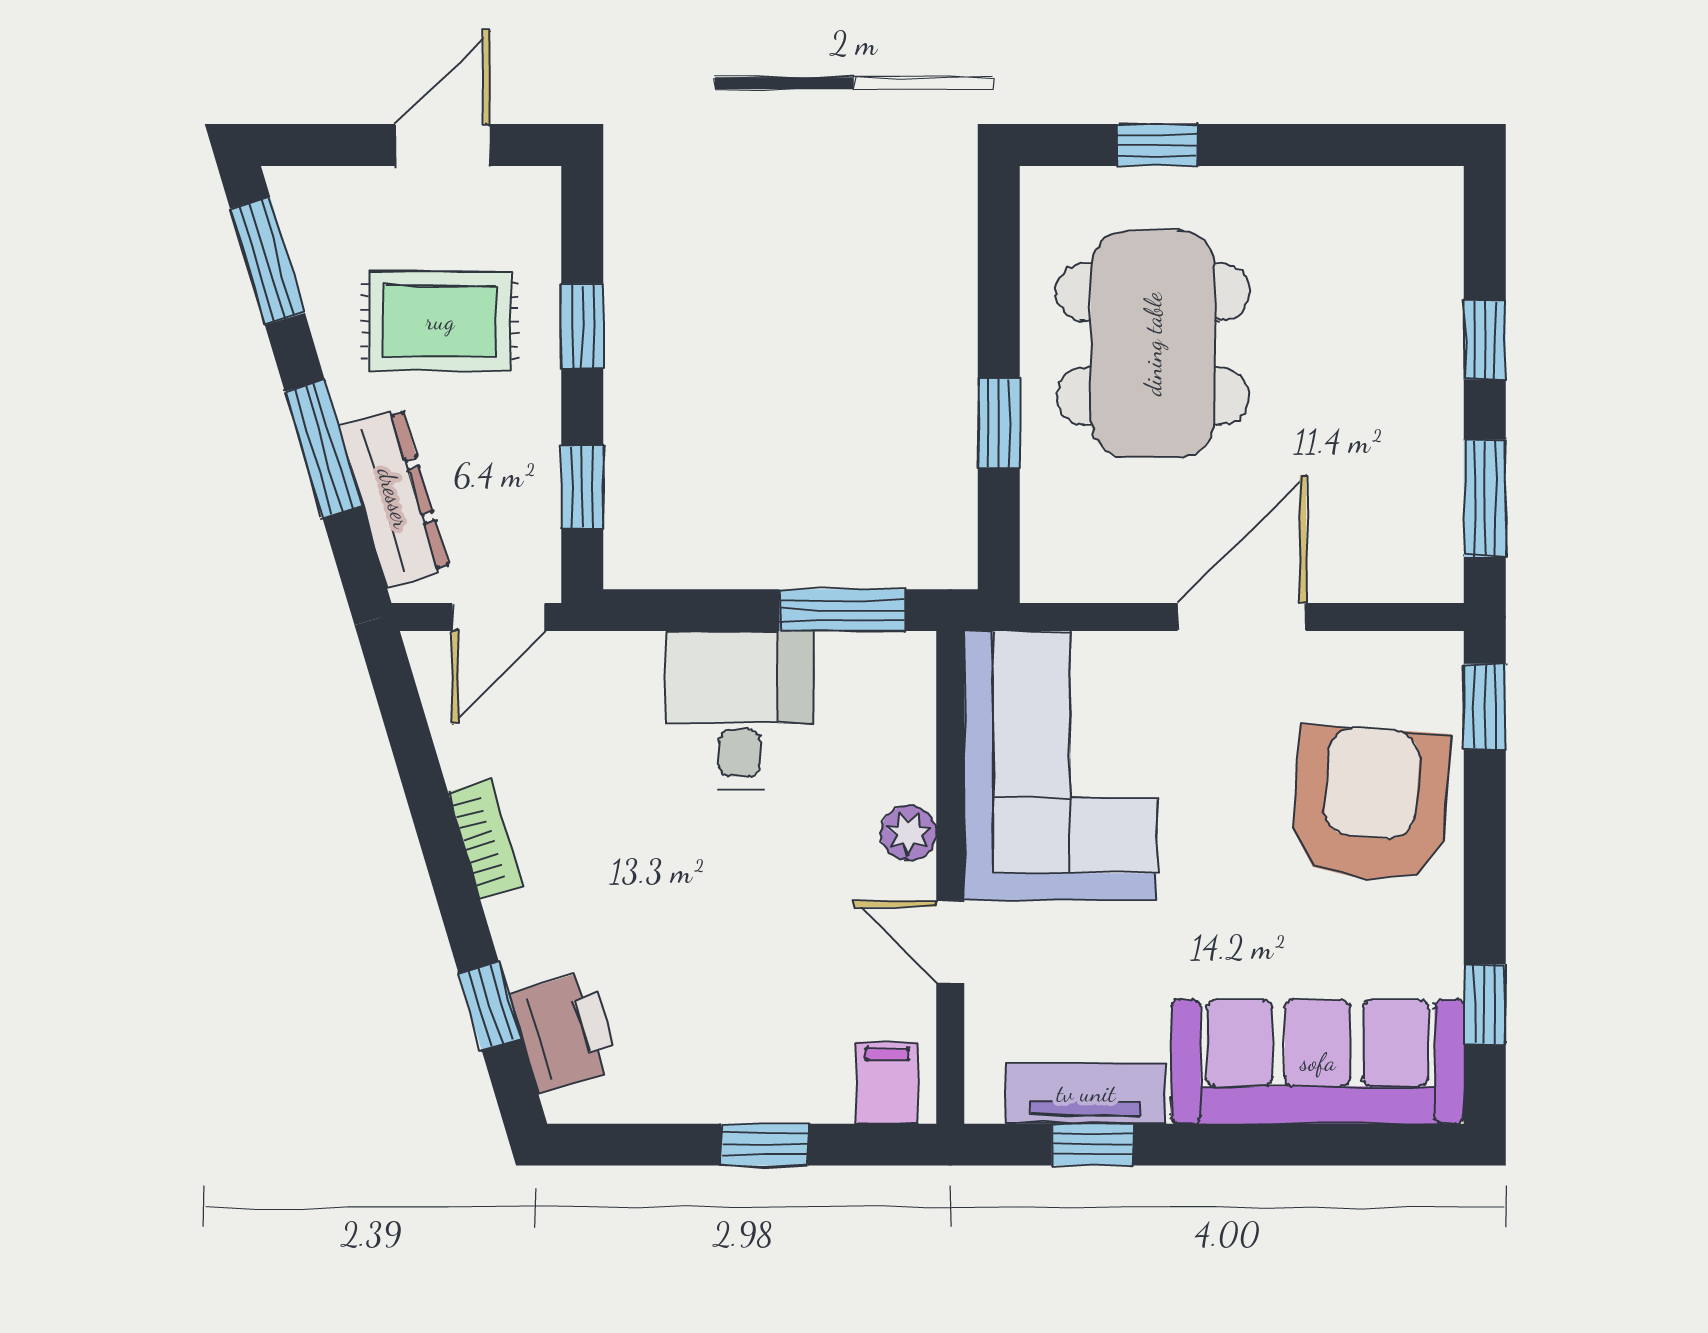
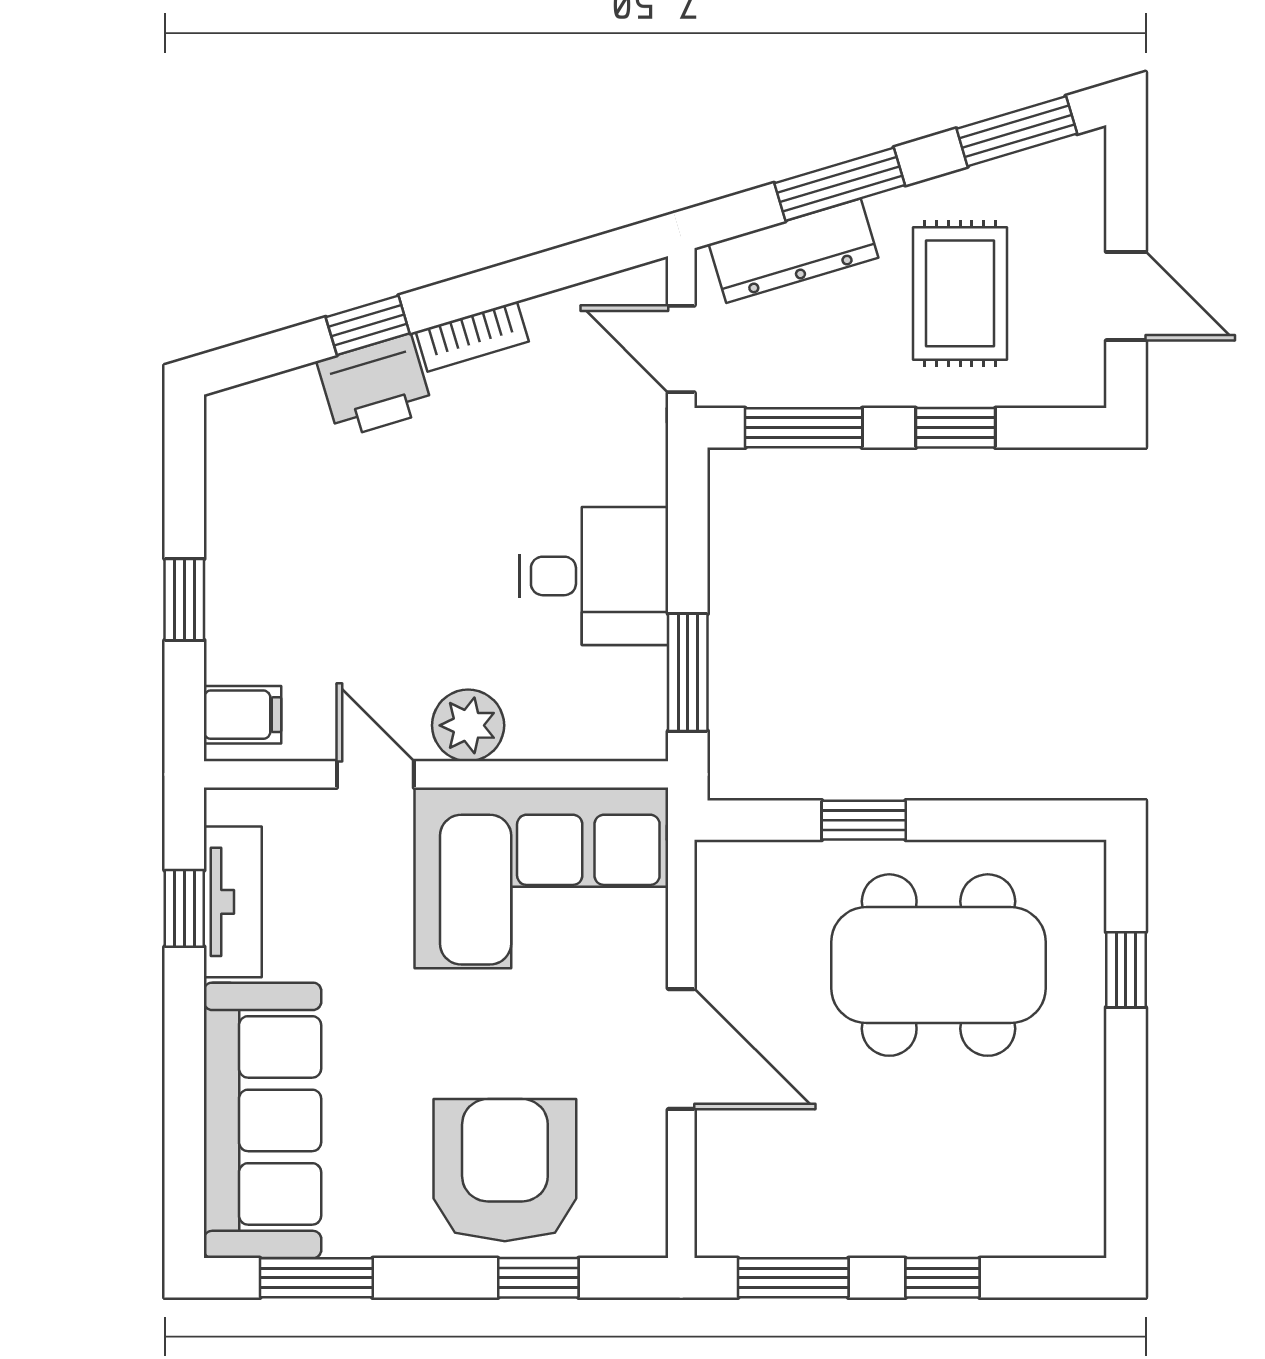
window: (582, 487) -> (804, 428), width x1.50
window: (1485, 707) -> (538, 1278), moved
armchair: (1370, 804) -> (505, 1170), turned -94
plant: (909, 833) -> (468, 725), width x1.38, depth x1.38
door: (950, 942) -> (375, 774), hinge flipped
window: (1485, 1004) -> (316, 1278), width x1.50
window: (490, 1006) -> (368, 325), moved
printer: (565, 1032) -> (375, 386), moved

